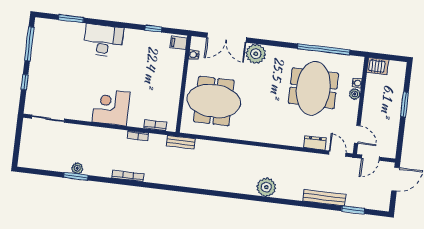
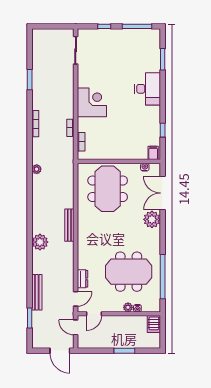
bench: (181, 142) -> (69, 225), moved, width x1.36
plant: (77, 168) -> (37, 169), moved

